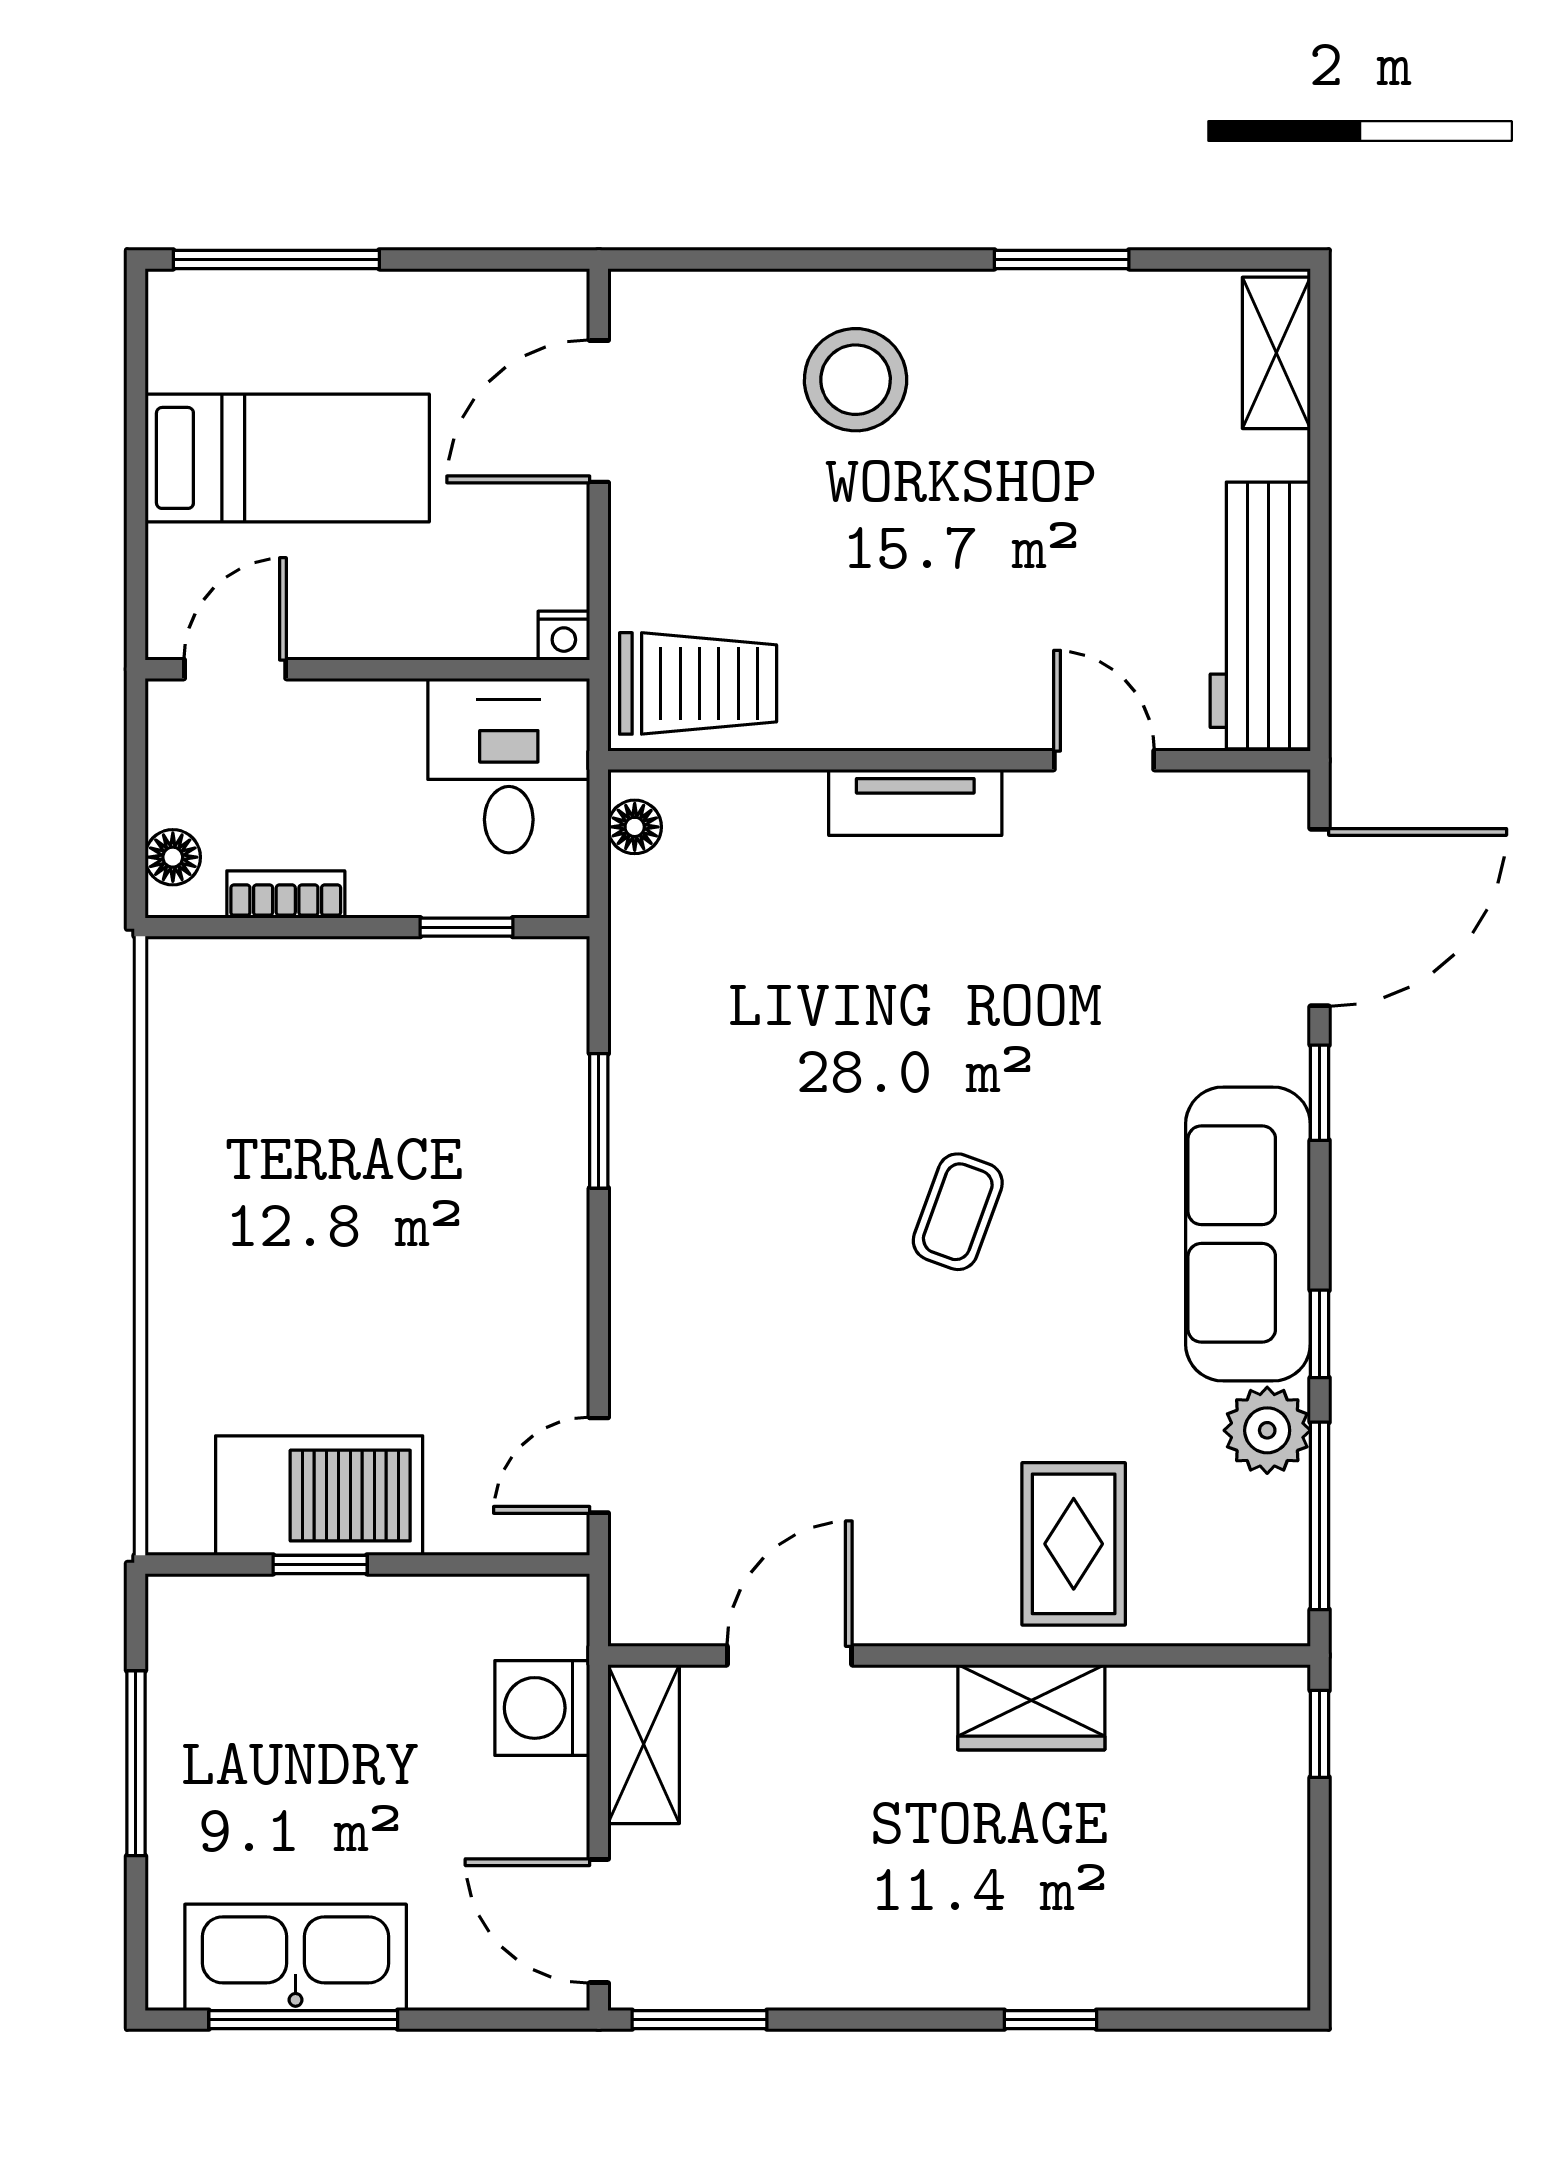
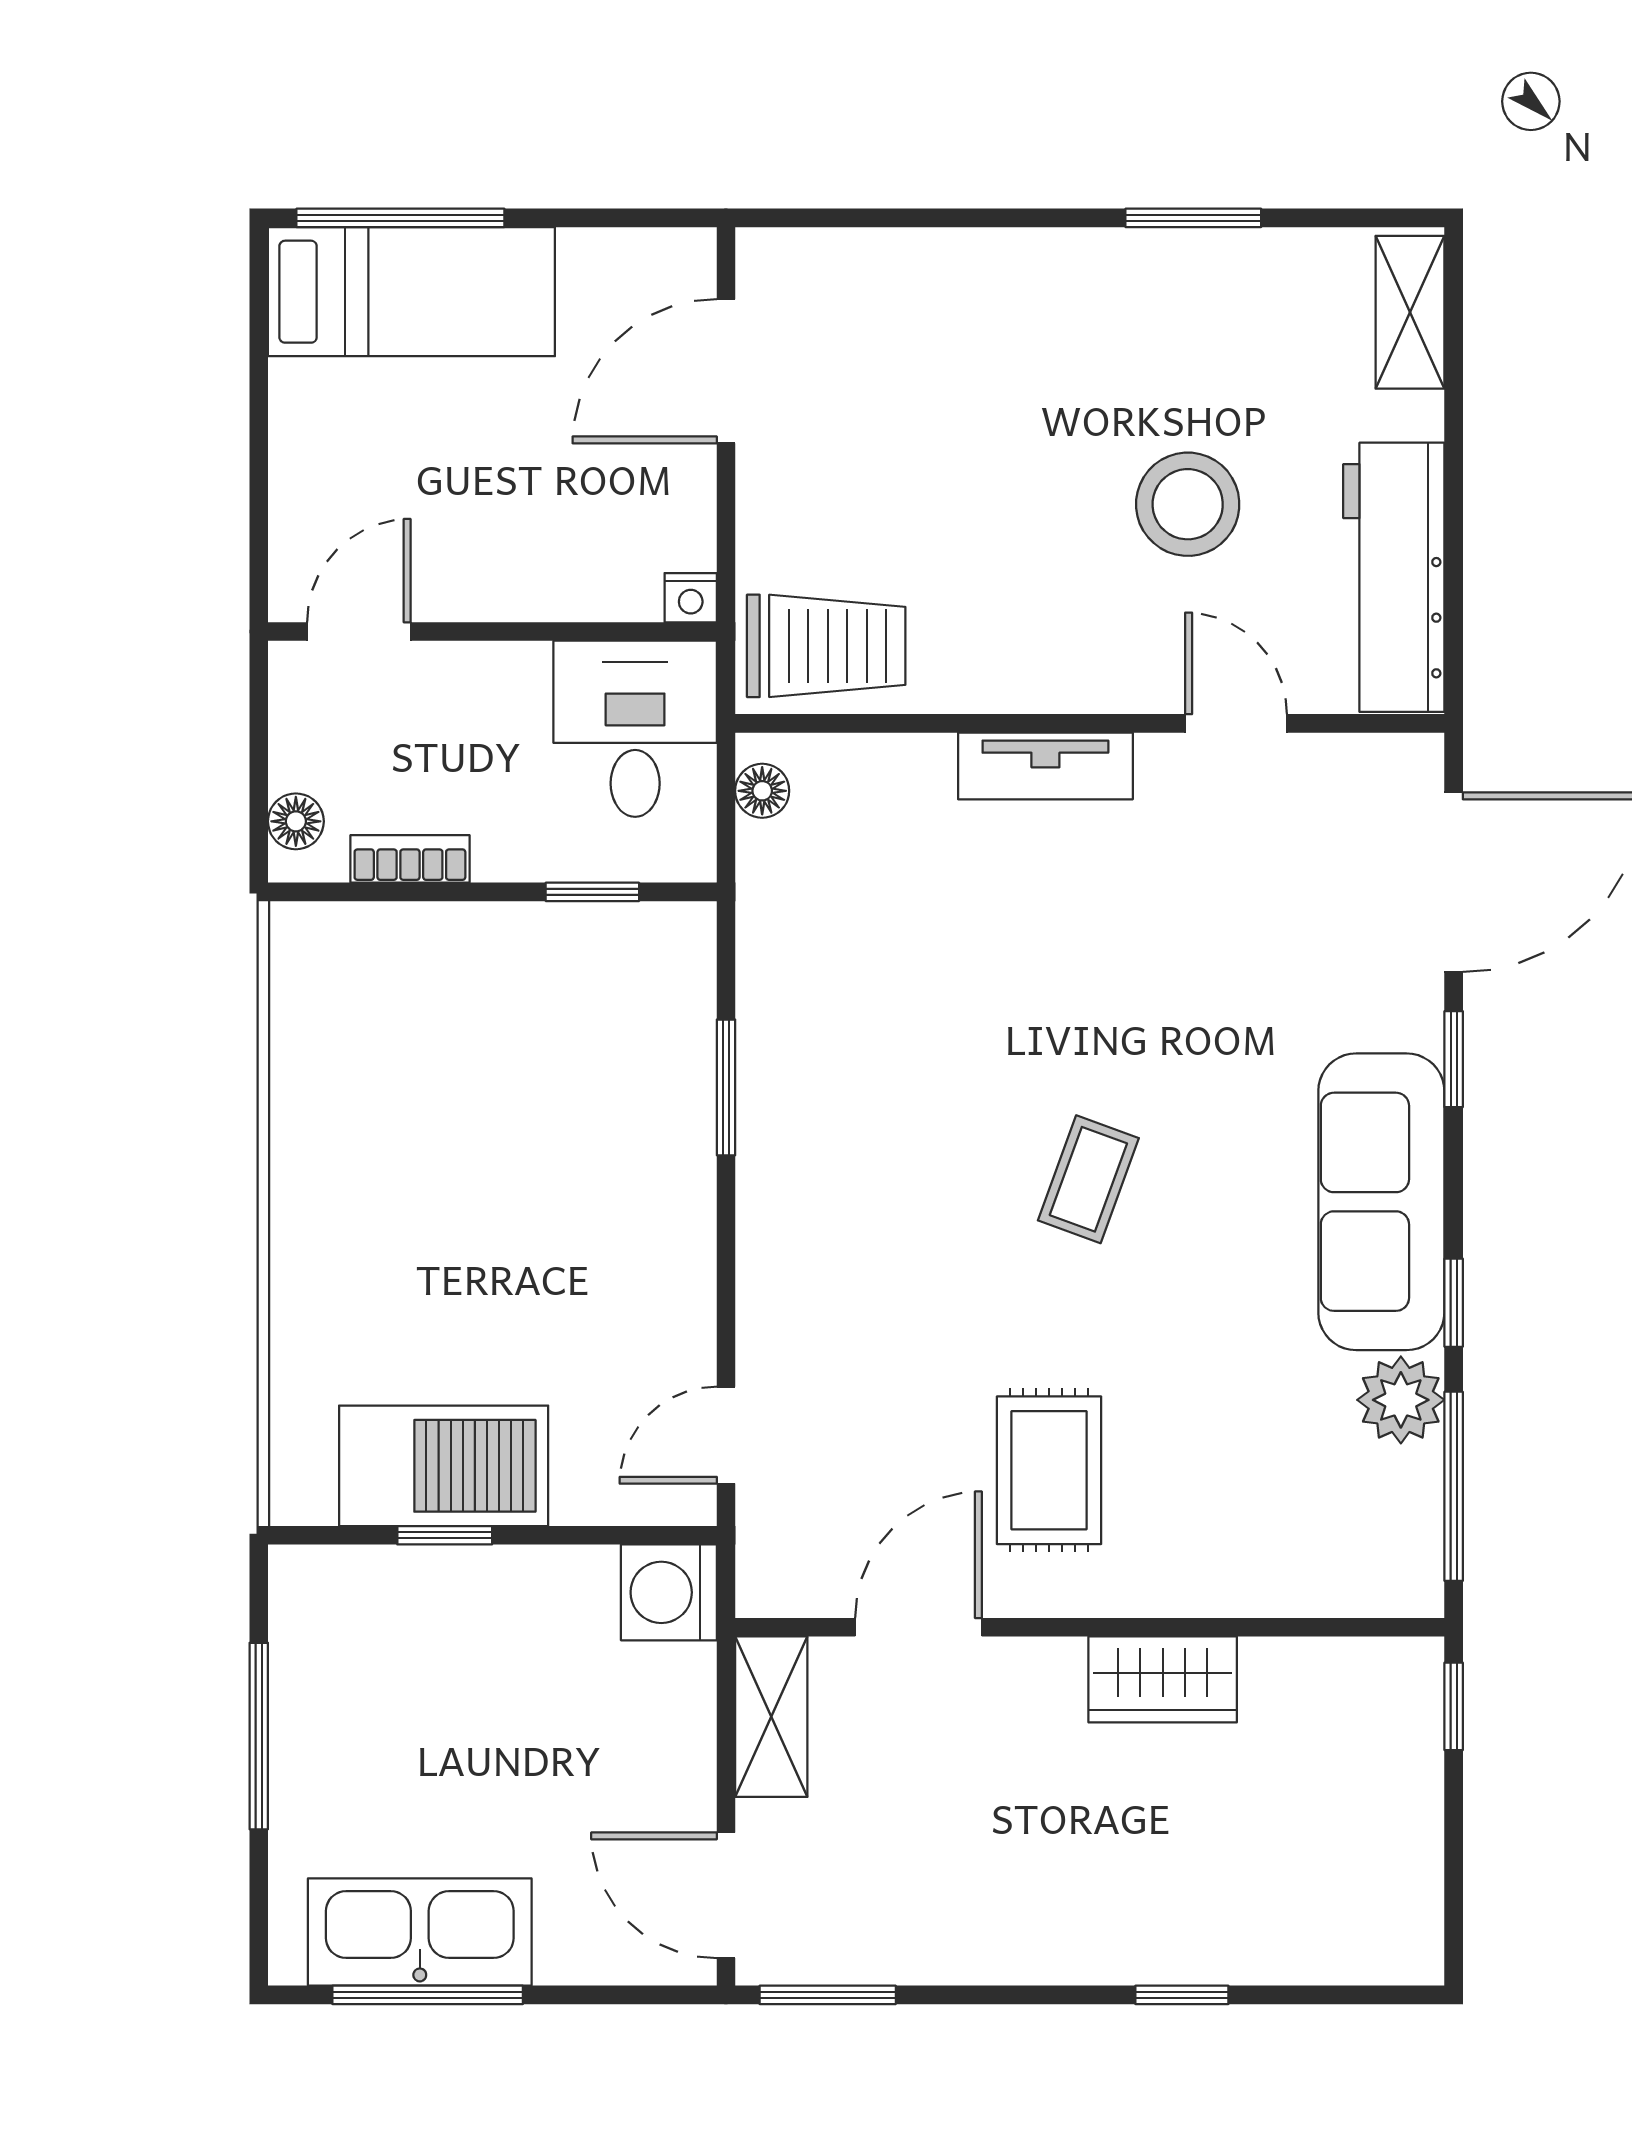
stool: (856, 380) -> (1188, 504), moved
bed: (287, 458) -> (411, 292), moved
rug: (1074, 1544) -> (1049, 1470), moved
washing machine: (542, 1708) -> (669, 1592), moved

